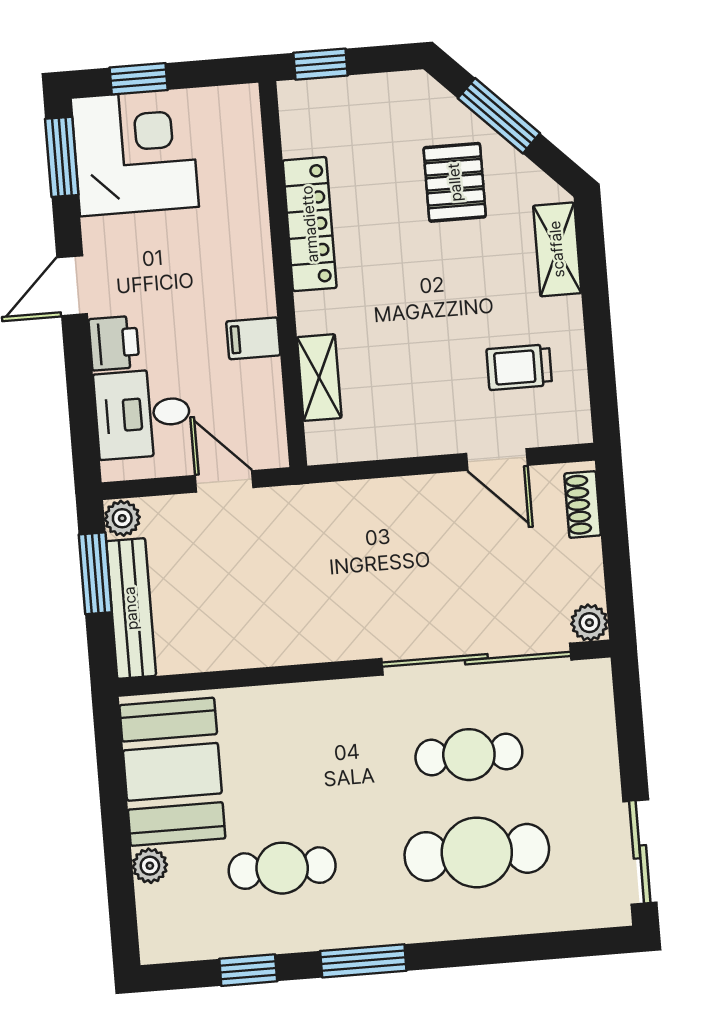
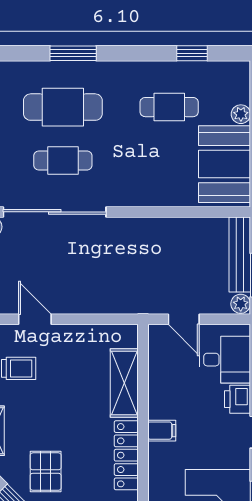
filing cabinet: (253, 338) -> (162, 431), moved
shelving: (319, 378) -> (124, 383), width x1.50, depth x1.33
window: (363, 961) -> (73, 53), moved

